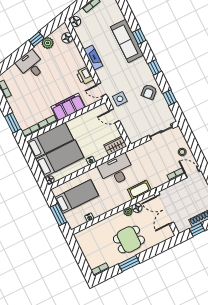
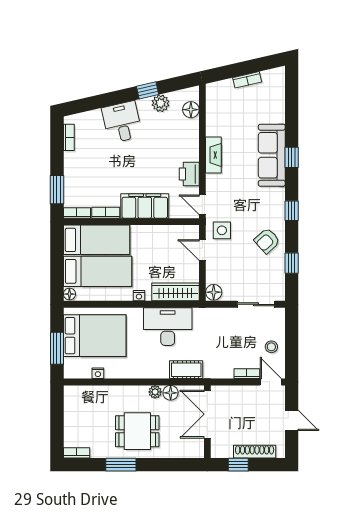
floor lamp: (75, 21) -> (214, 292), moved
wardrobe: (115, 146) -> (176, 292), width x1.50
bed: (77, 196) -> (95, 336), width x1.50

